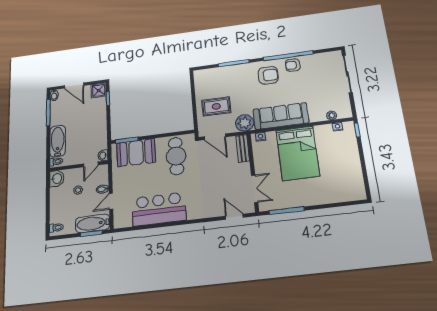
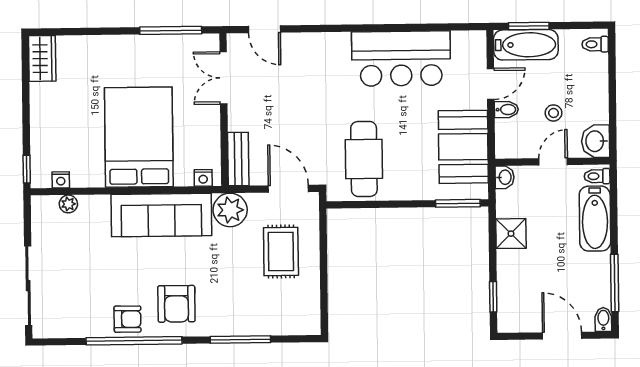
armchair: (268, 75) -> (176, 304), turned -90
shower: (99, 90) -> (511, 234), moved
rug: (216, 106) -> (281, 252), turned 90
booth: (136, 153) -> (463, 147), moved, turned 90
door: (91, 164) -> (553, 162), moved
wardrobe: (357, 188) -> (42, 58), added

